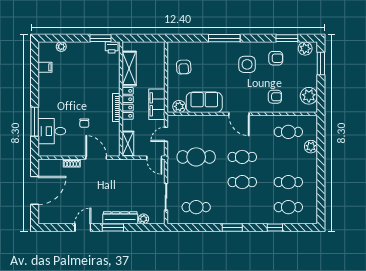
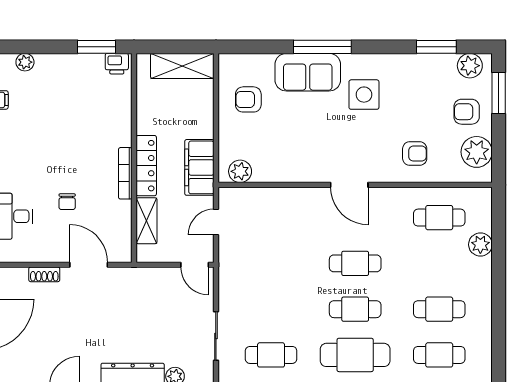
armchair: (276, 58) -> (467, 112), moved, turned 180
armchair: (184, 67) -> (248, 99), turned 93
shelving: (129, 68) -> (182, 66), moved, turned 90
sofa: (204, 102) -> (308, 72), moved, turned 180
shelving: (128, 144) -> (147, 221), moved
cafe table: (196, 157) -> (355, 355), moved

